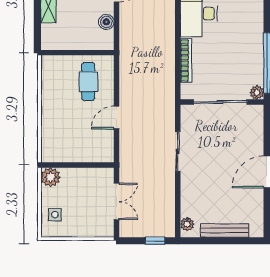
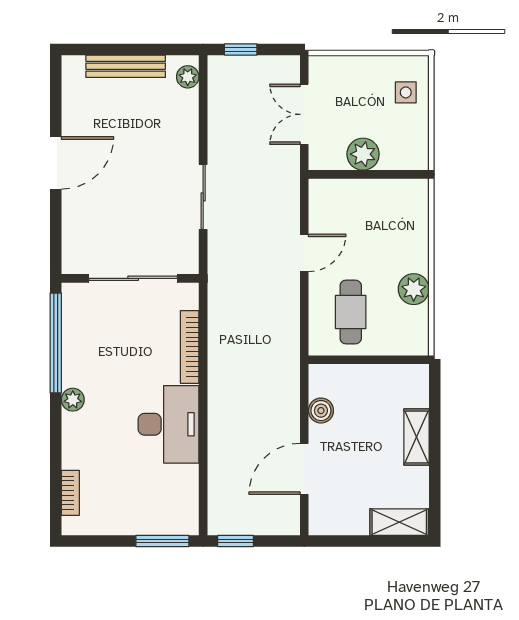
plant: (257, 92) -> (73, 400), moved
plant: (50, 96) -> (414, 289), added
plant: (51, 177) -> (363, 154), moved

